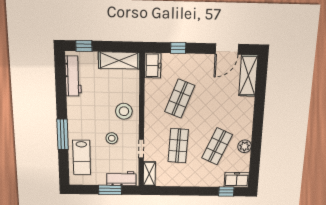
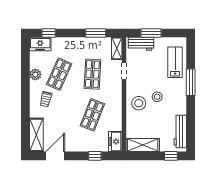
trolley: (234, 118) -> (46, 99), added
stool: (112, 138) -> (157, 97), moved
window: (173, 191) -> (96, 33), added

